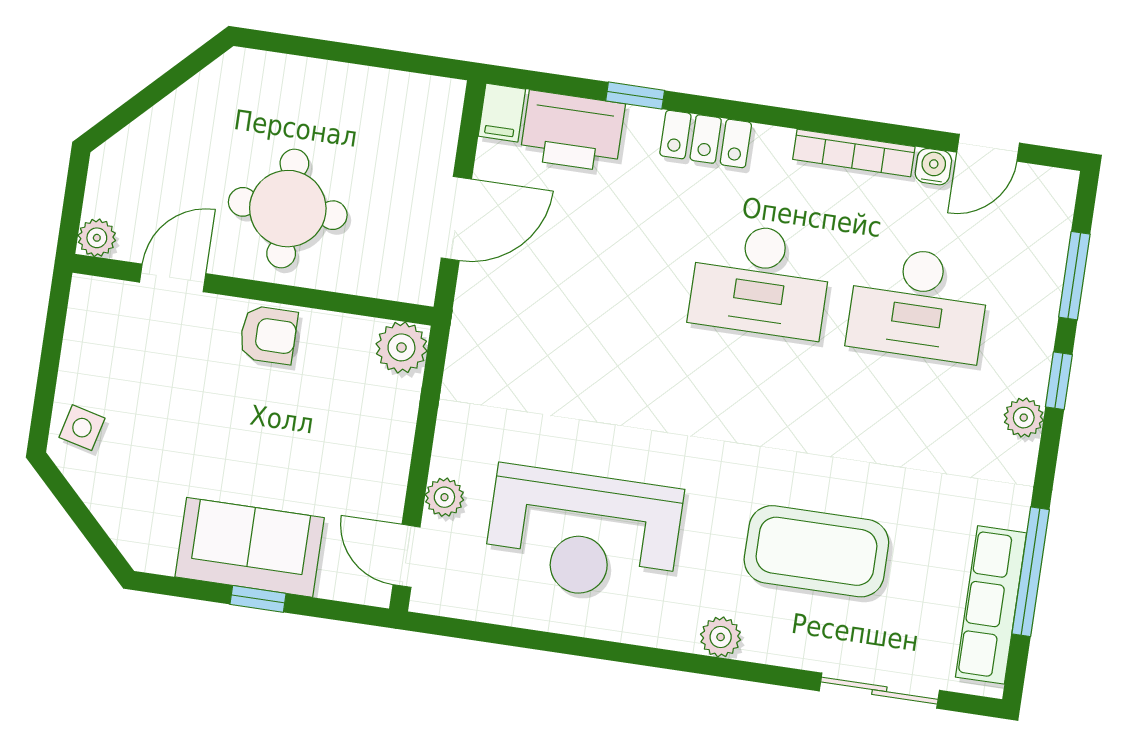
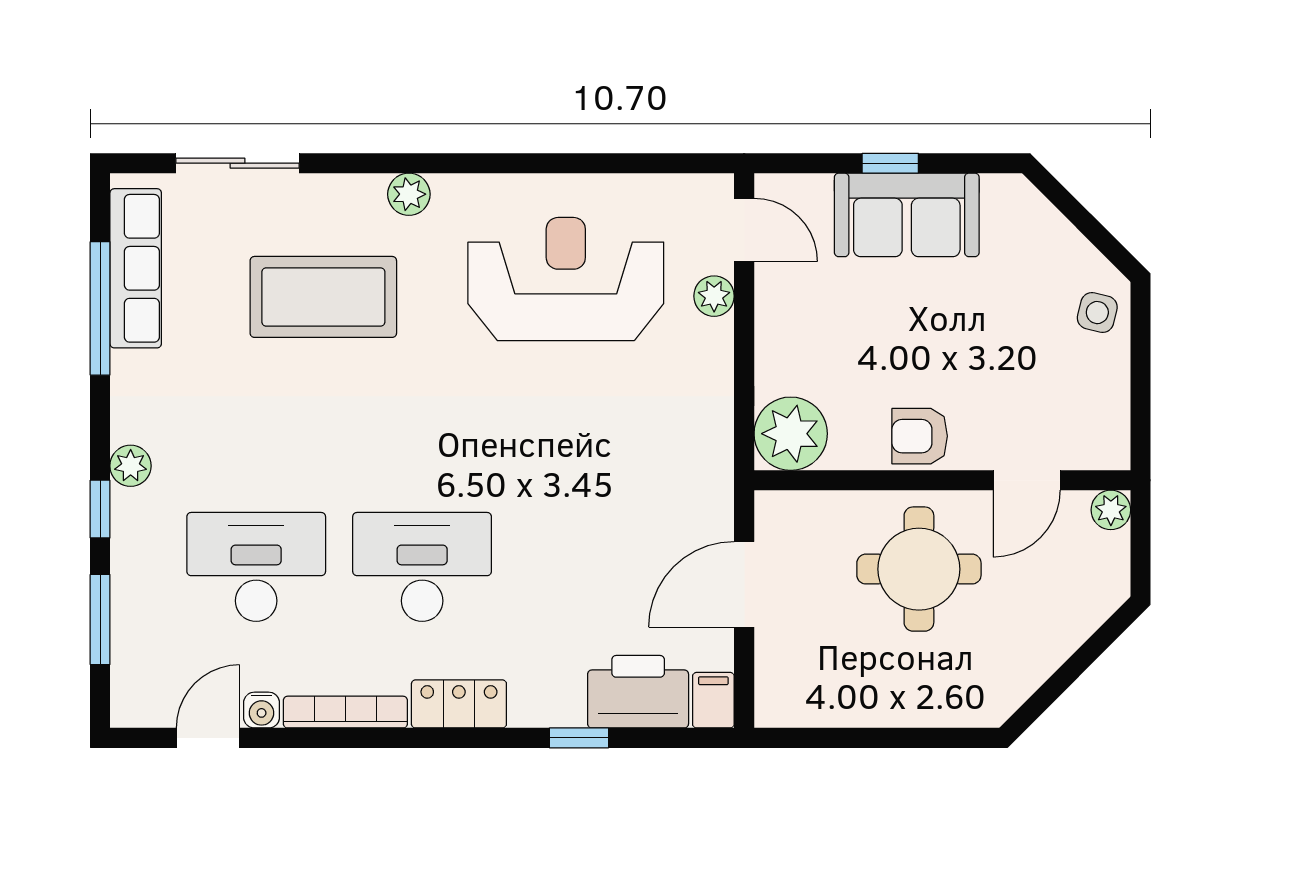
locker: (706, 139) -> (459, 704), moved
plant: (401, 347) -> (791, 434), width x1.36, depth x1.36

